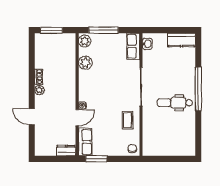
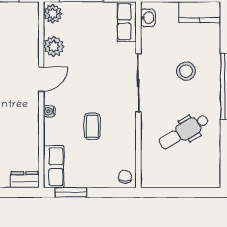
stool: (172, 79) -> (186, 71), added
dental chair: (175, 103) -> (184, 132), moved, turned -30
door: (77, 118) -> (41, 79), moved
coffee table: (128, 120) -> (92, 126), moved

